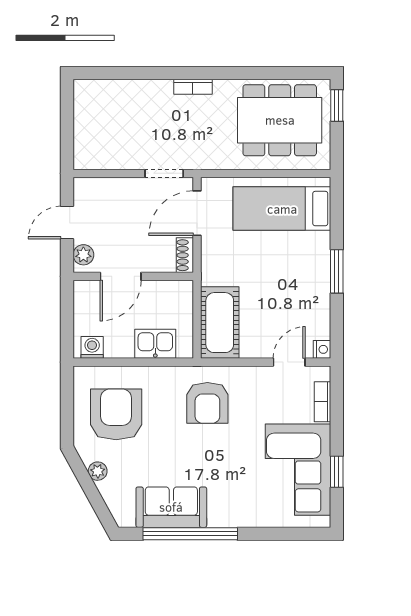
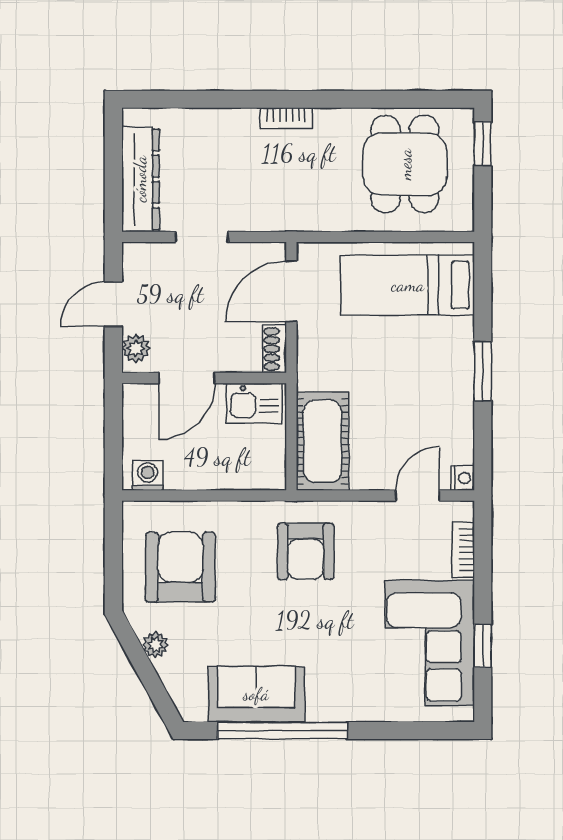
dining table: (280, 120) -> (405, 164), width x0.73
dresser: (87, 131) -> (140, 179), added
doorway: (164, 173) -> (202, 237), moved
kitchen sink: (155, 344) -> (254, 403), moved, turned 180

